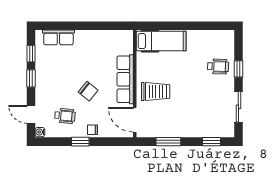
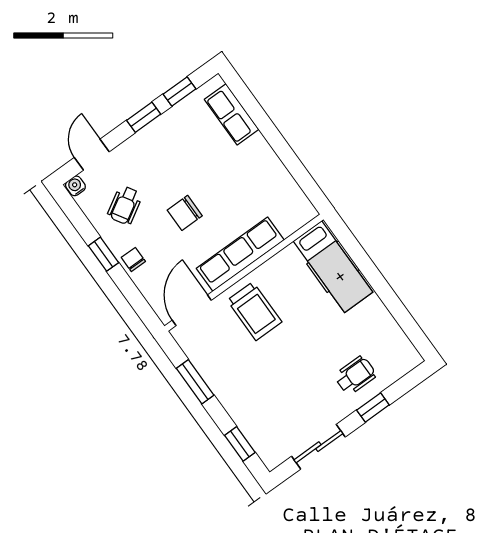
wheelchair: (218, 66) -> (355, 375), turned -92
chair: (88, 91) -> (185, 213), turned 51
wheelchair: (65, 116) -> (125, 205), turned 54

